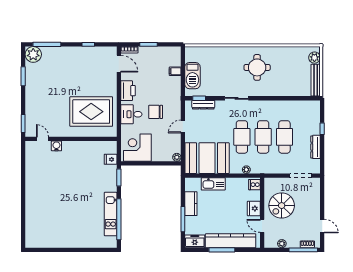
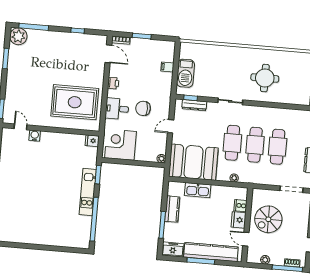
round table: (257, 67) -> (265, 78), moved
printer: (128, 91) -> (113, 83), width x0.53, depth x0.68
fridge: (111, 159) -> (92, 141), moved
cooker: (255, 185) -> (240, 206), moved
kitchen unit: (111, 214) -> (88, 192), moved

